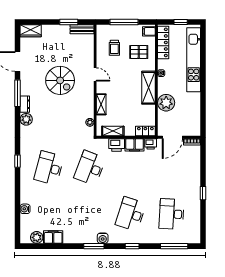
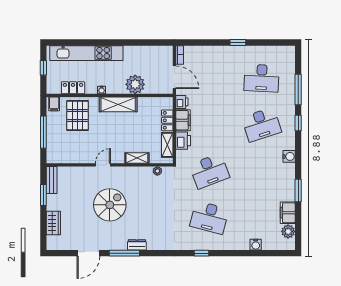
wardrobe: (31, 31) -> (53, 223), moved
locker: (163, 42) -> (73, 88), width x0.66
trolley: (114, 48) -> (73, 143), removed
pallet: (139, 52) -> (77, 115), width x1.50, depth x1.42
plant: (26, 119) -> (154, 243), removed
locker: (145, 131) -> (167, 120), moved
desk: (90, 168) -> (209, 171), turned -42
desk: (131, 214) -> (262, 125), turned -36
window: (94, 246) -> (298, 190), moved
window: (174, 246) -> (298, 90), moved

